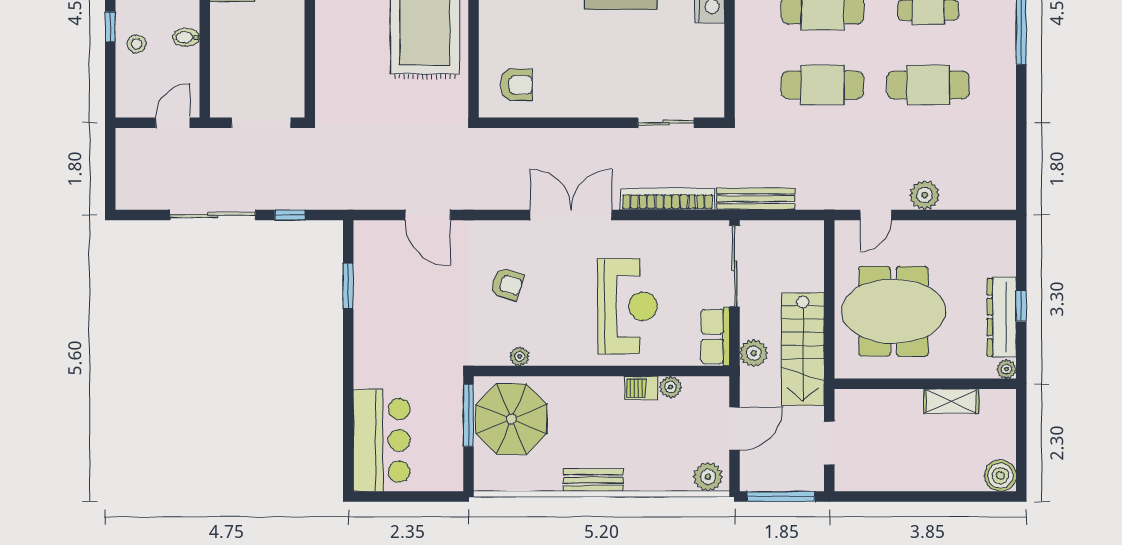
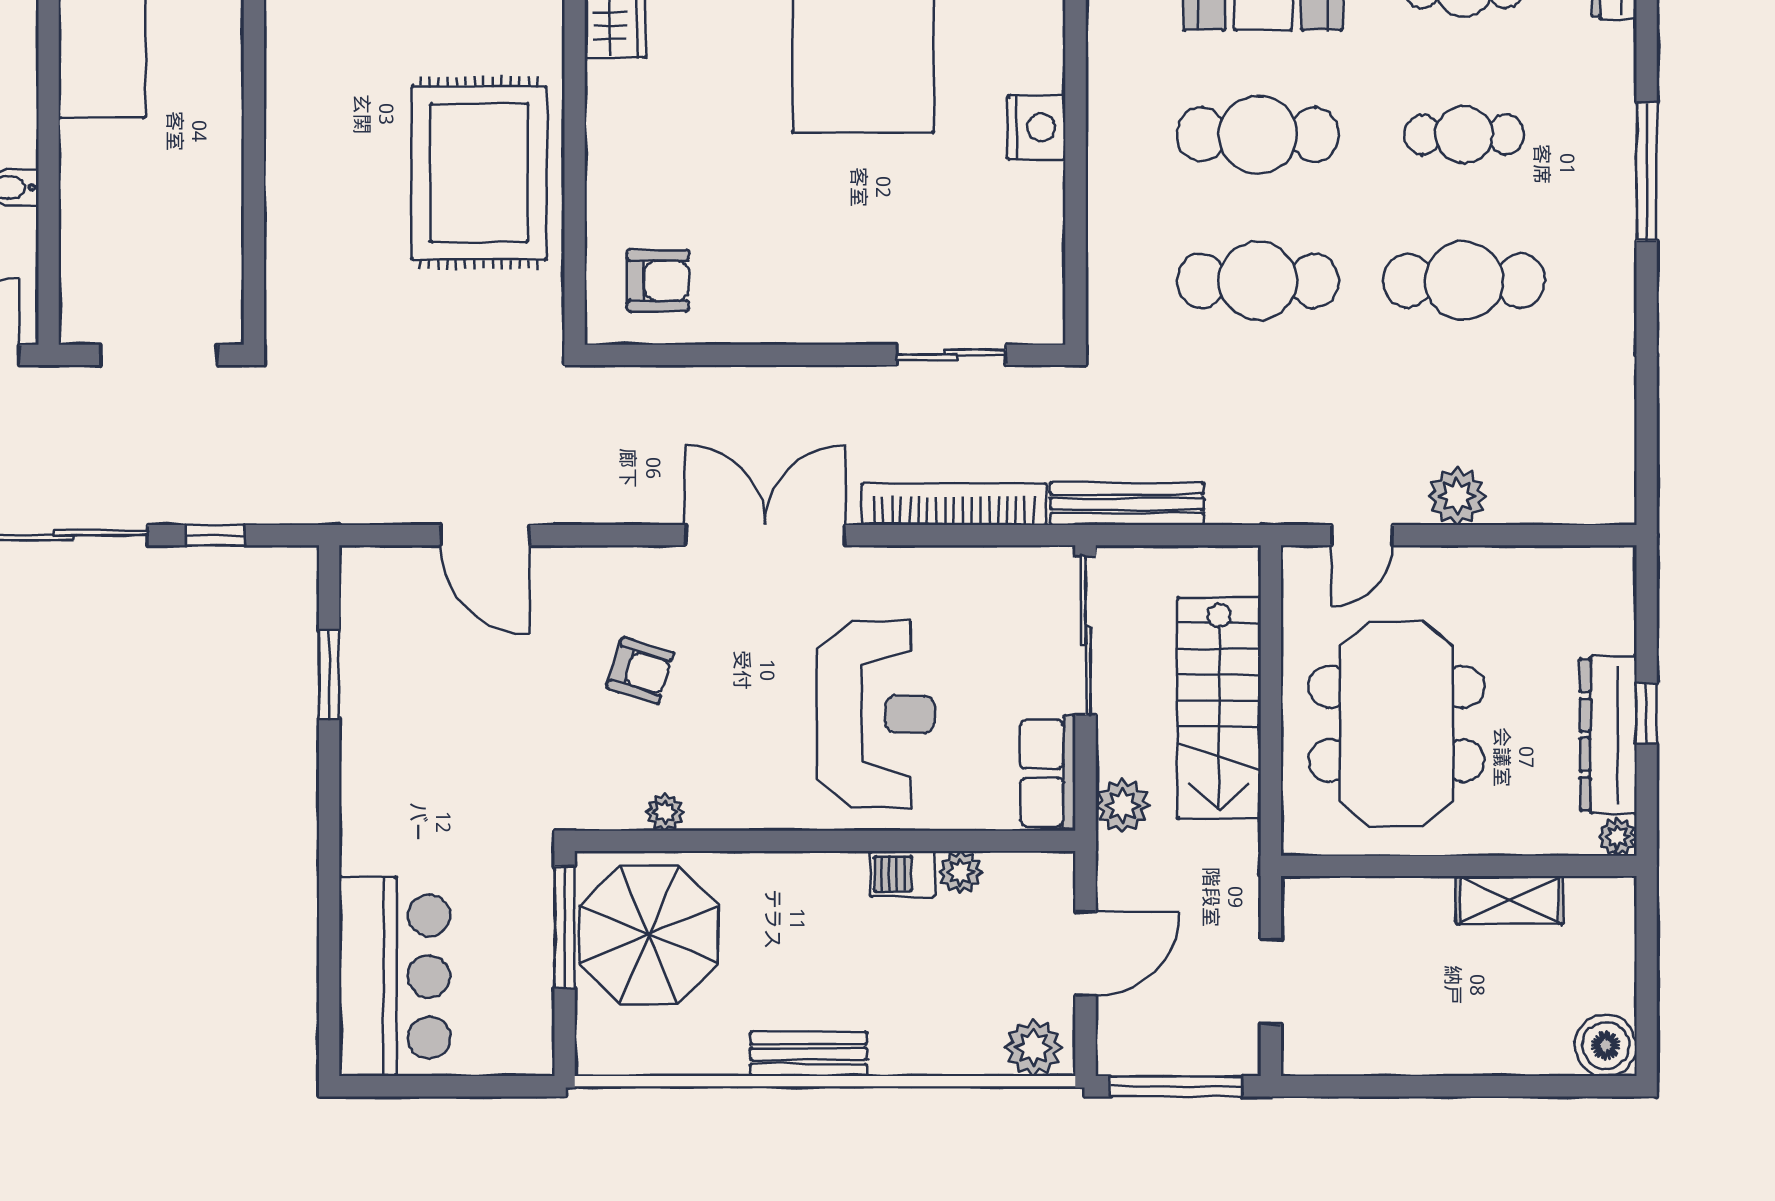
meeting table: (893, 311) -> (1396, 724), turned 90
stairs: (803, 349) -> (1219, 708), moved

